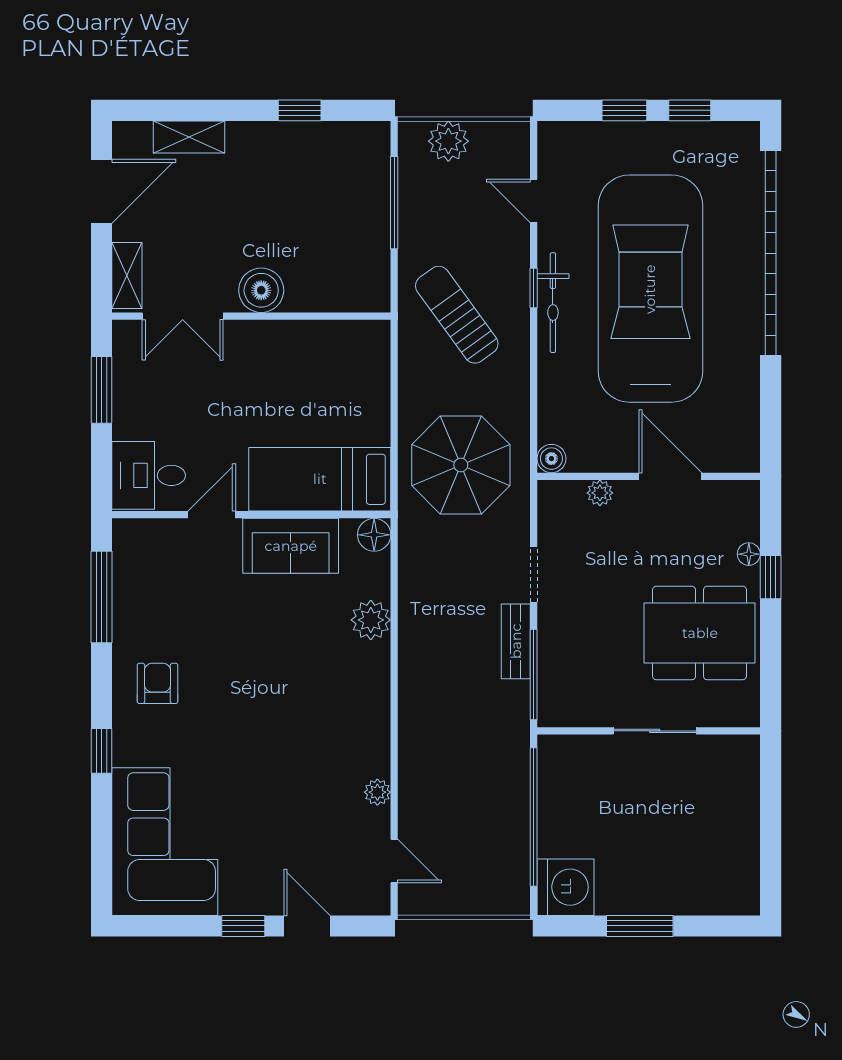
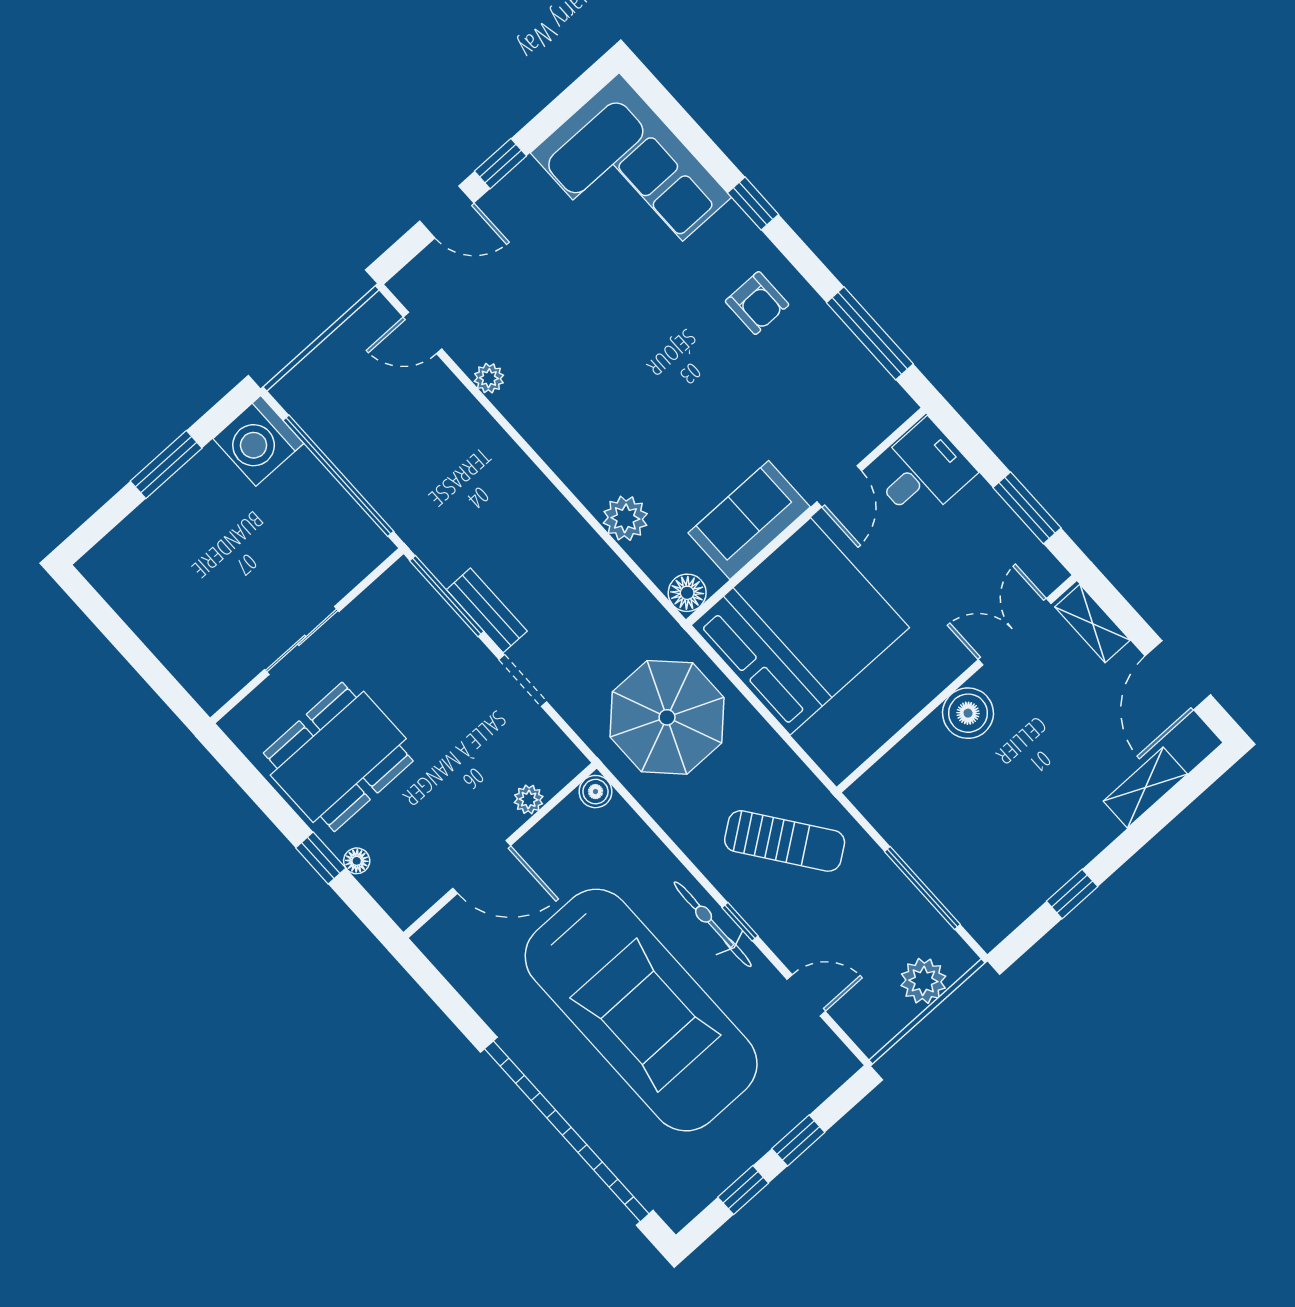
bed: (320, 479) -> (800, 626), width x2.04

